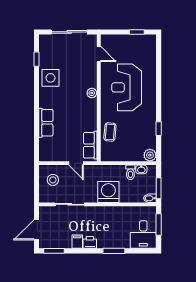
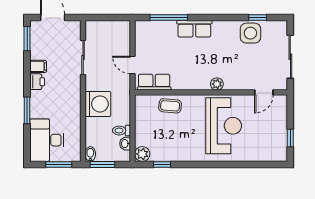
side table: (50, 78) -> (250, 33), moved
reception desk: (127, 87) -> (224, 126), turned 90
row of seats: (46, 123) -> (194, 29), moved
window: (159, 129) -> (162, 164), moved
window: (36, 133) -> (169, 18), added
door: (76, 163) -> (133, 65), hinge flipped
stool: (53, 180) -> (112, 37), removed
desk: (143, 235) -> (47, 140), width x1.37

